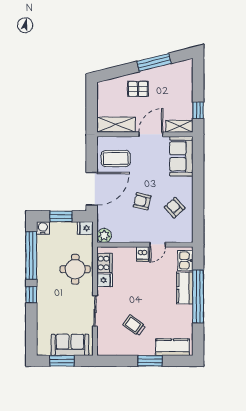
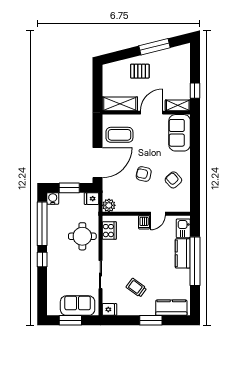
fridge: (105, 280) -> (109, 309), moved

